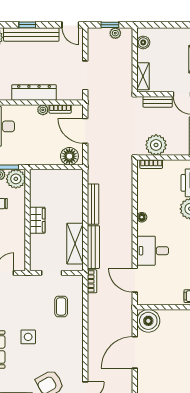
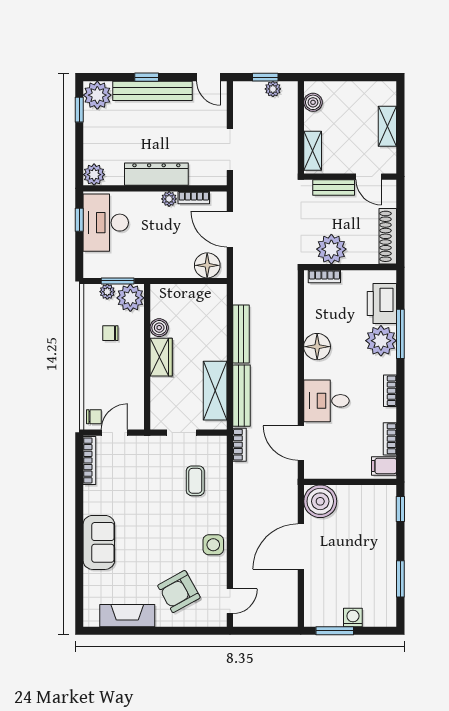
boiler: (36, 200) -> (159, 328), added
floor lamp: (142, 217) -> (317, 347), width x1.89, depth x1.89
side table: (28, 337) -> (213, 545), moved

